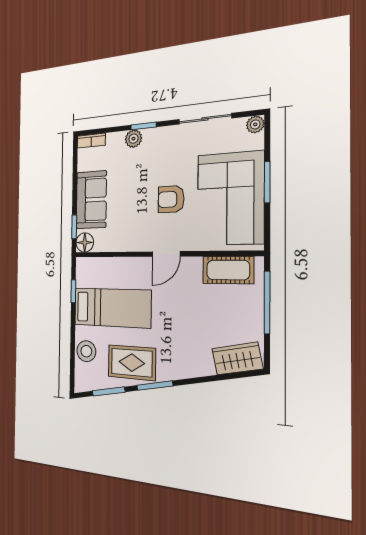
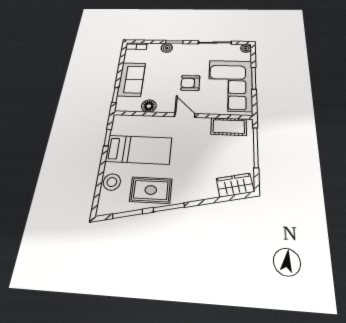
floor lamp: (85, 242) -> (149, 106), moved
door: (166, 254) -> (185, 115), swing flipped

